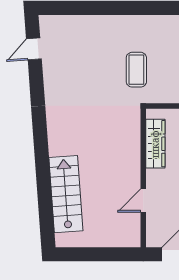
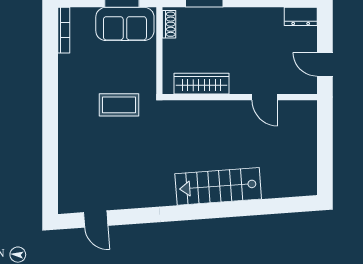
stairs: (66, 194) -> (218, 186), moved

